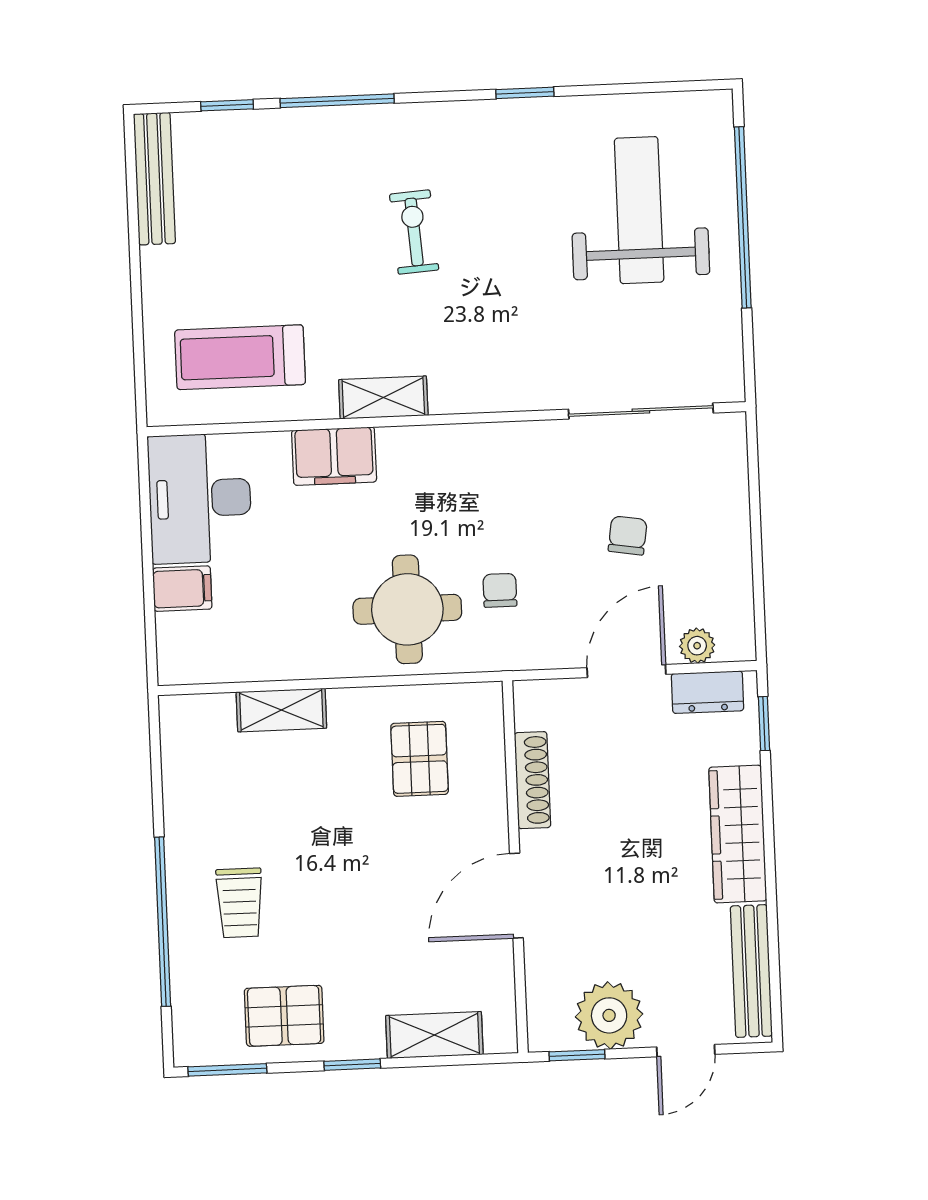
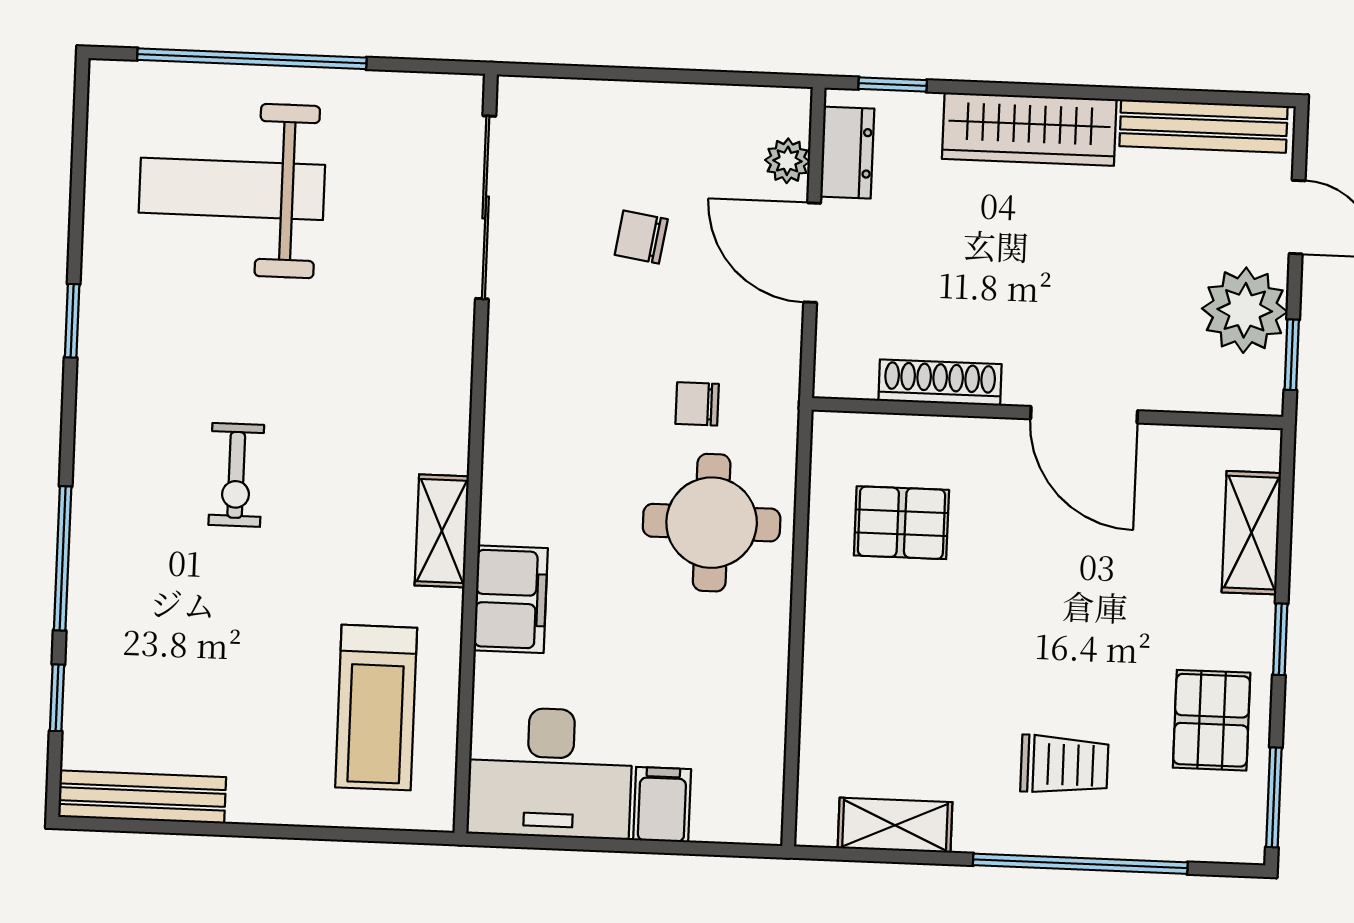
exercise bike: (414, 232) -> (236, 475), turned -86
shelving: (281, 710) -> (895, 825), moved, turned 90

